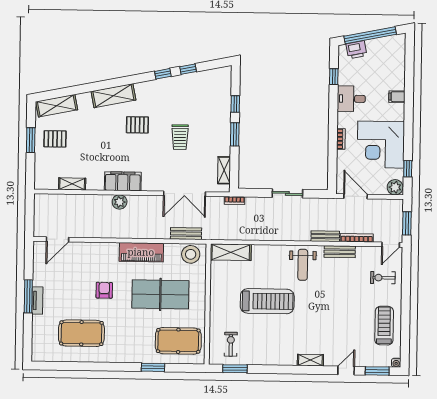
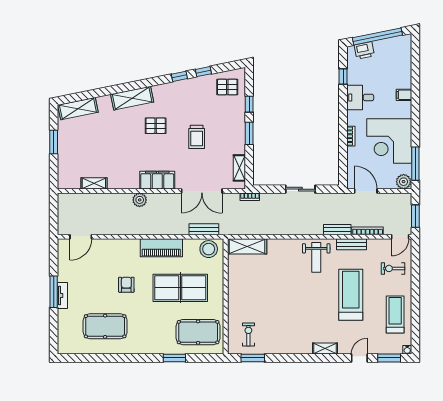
pallet: (55, 139) -> (227, 87), moved
window: (408, 169) -> (415, 164), width x2.17
filing cabinet: (123, 181) -> (157, 180), moved
treadmill: (267, 301) -> (351, 295), moved, turned -90

